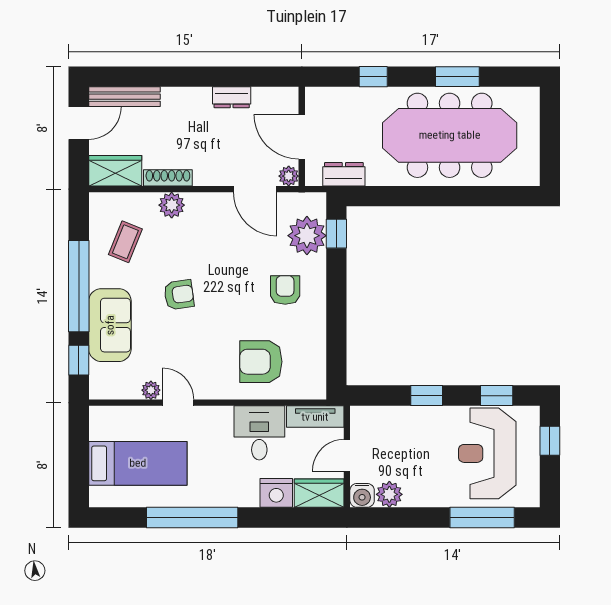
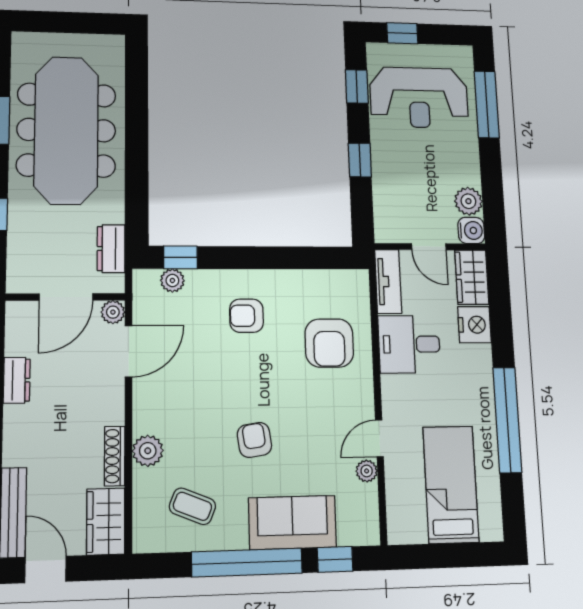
plant: (307, 236) -> (172, 280), width x0.53, depth x0.53

